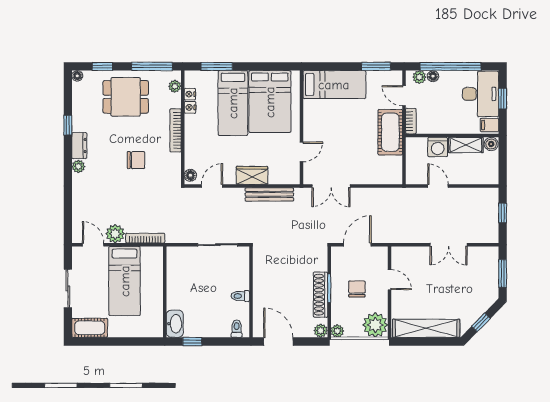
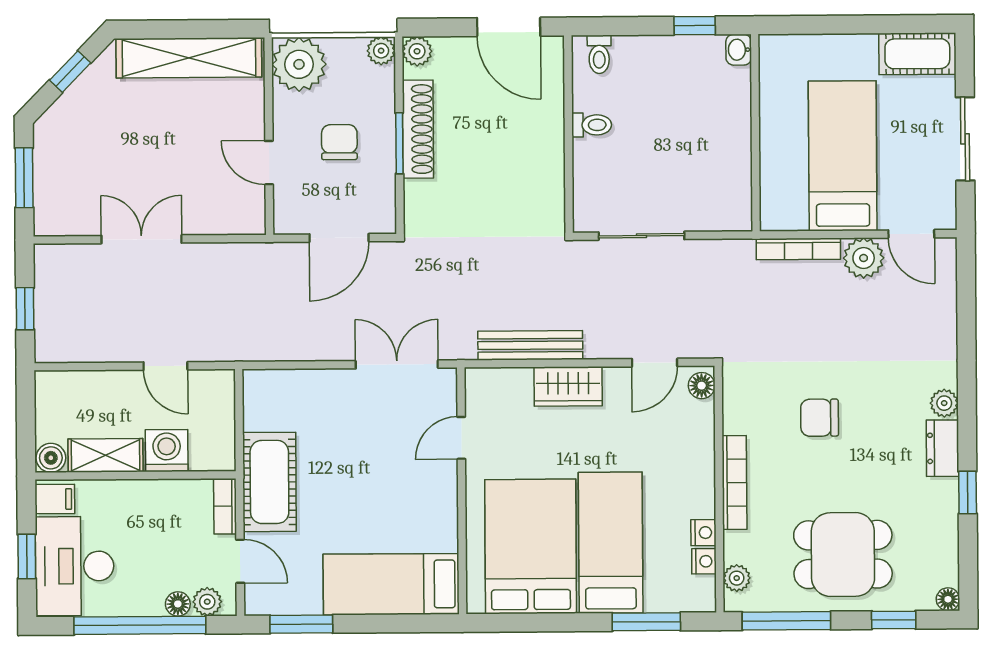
chair: (357, 289) -> (339, 142), turned 180
washbasin: (175, 324) -> (739, 50), width x0.52, depth x0.69

